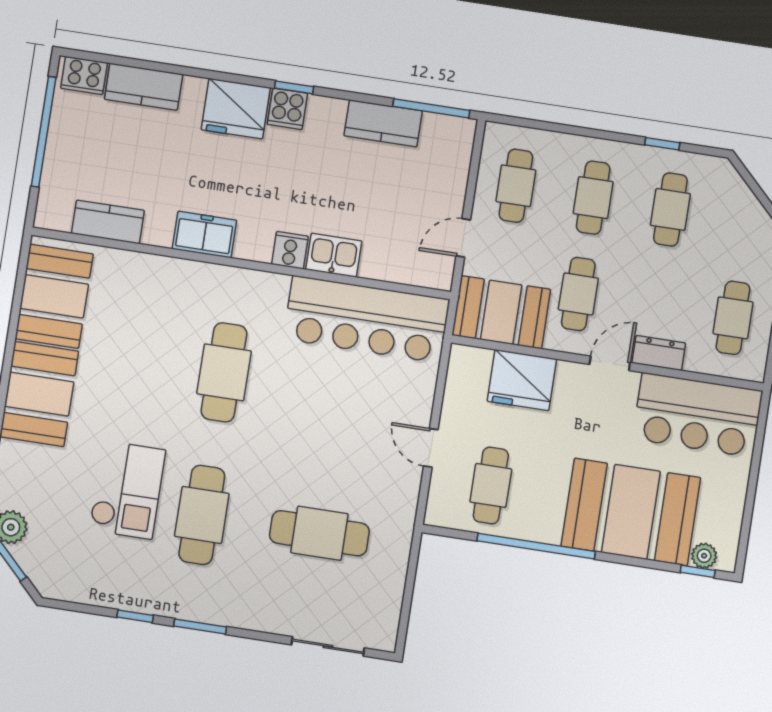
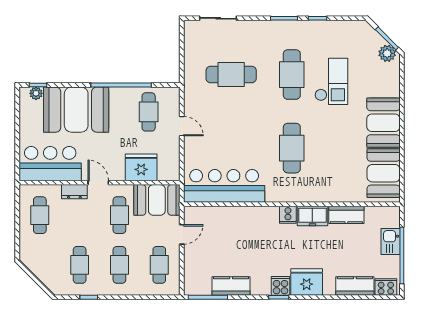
kitchen counter: (108, 222) -> (346, 215), moved
cooker: (290, 250) -> (288, 215), moved
kitchen sink: (334, 255) -> (391, 241), moved, turned 90
door: (610, 363) -> (98, 183), swing flipped
checkout: (127, 490) -> (331, 81), turned 180

